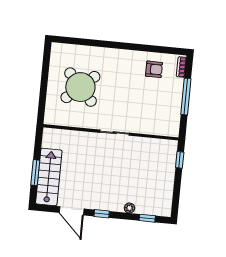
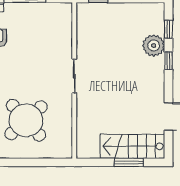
plant: (129, 208) -> (154, 46), width x1.87, depth x1.87
window: (102, 214) -> (168, 61), moved

